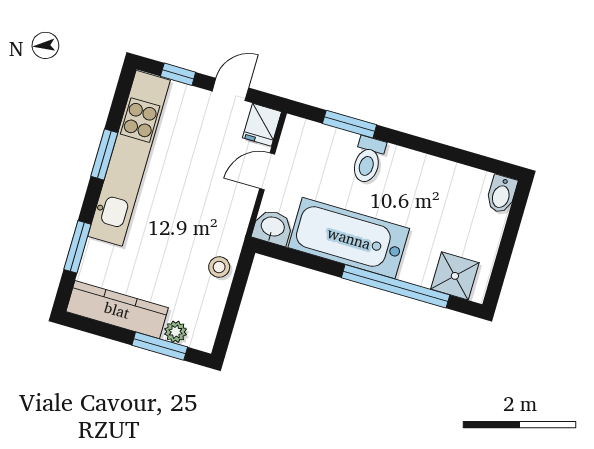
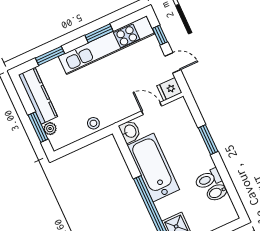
window: (350, 124) -> (208, 140), moved
toilet: (368, 160) -> (208, 179), moved
bidet: (501, 194) -> (217, 192), moved

